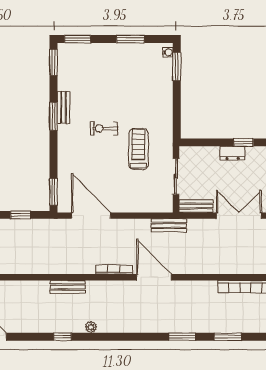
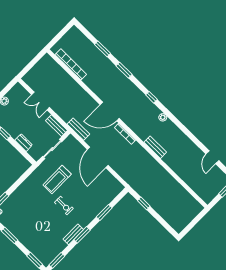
dresser: (233, 153) -> (24, 143), moved
window: (53, 192) -> (104, 212), moved
door: (91, 216) -> (98, 157), moved
double door: (239, 216) -> (41, 101), width x0.73
door: (154, 277) -> (110, 111), hinge flipped
window: (63, 337) -> (151, 97), moved

